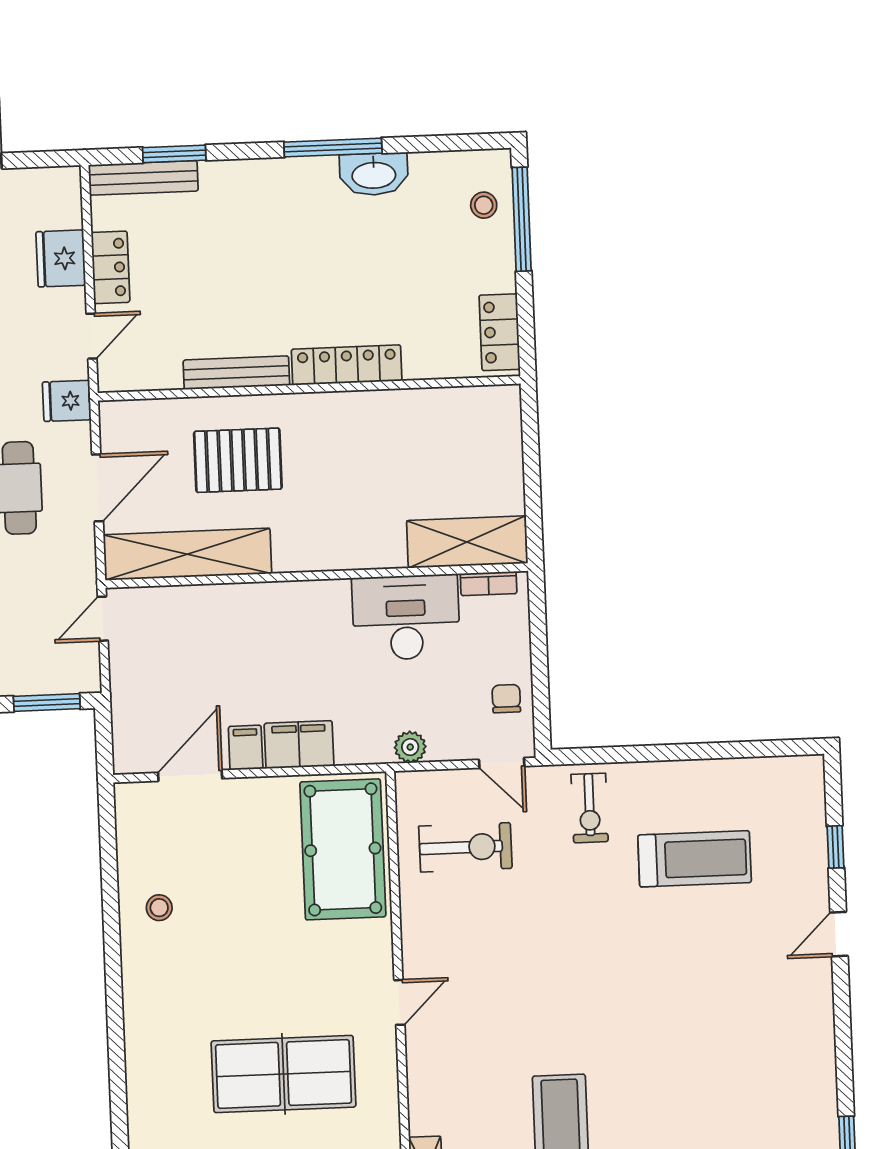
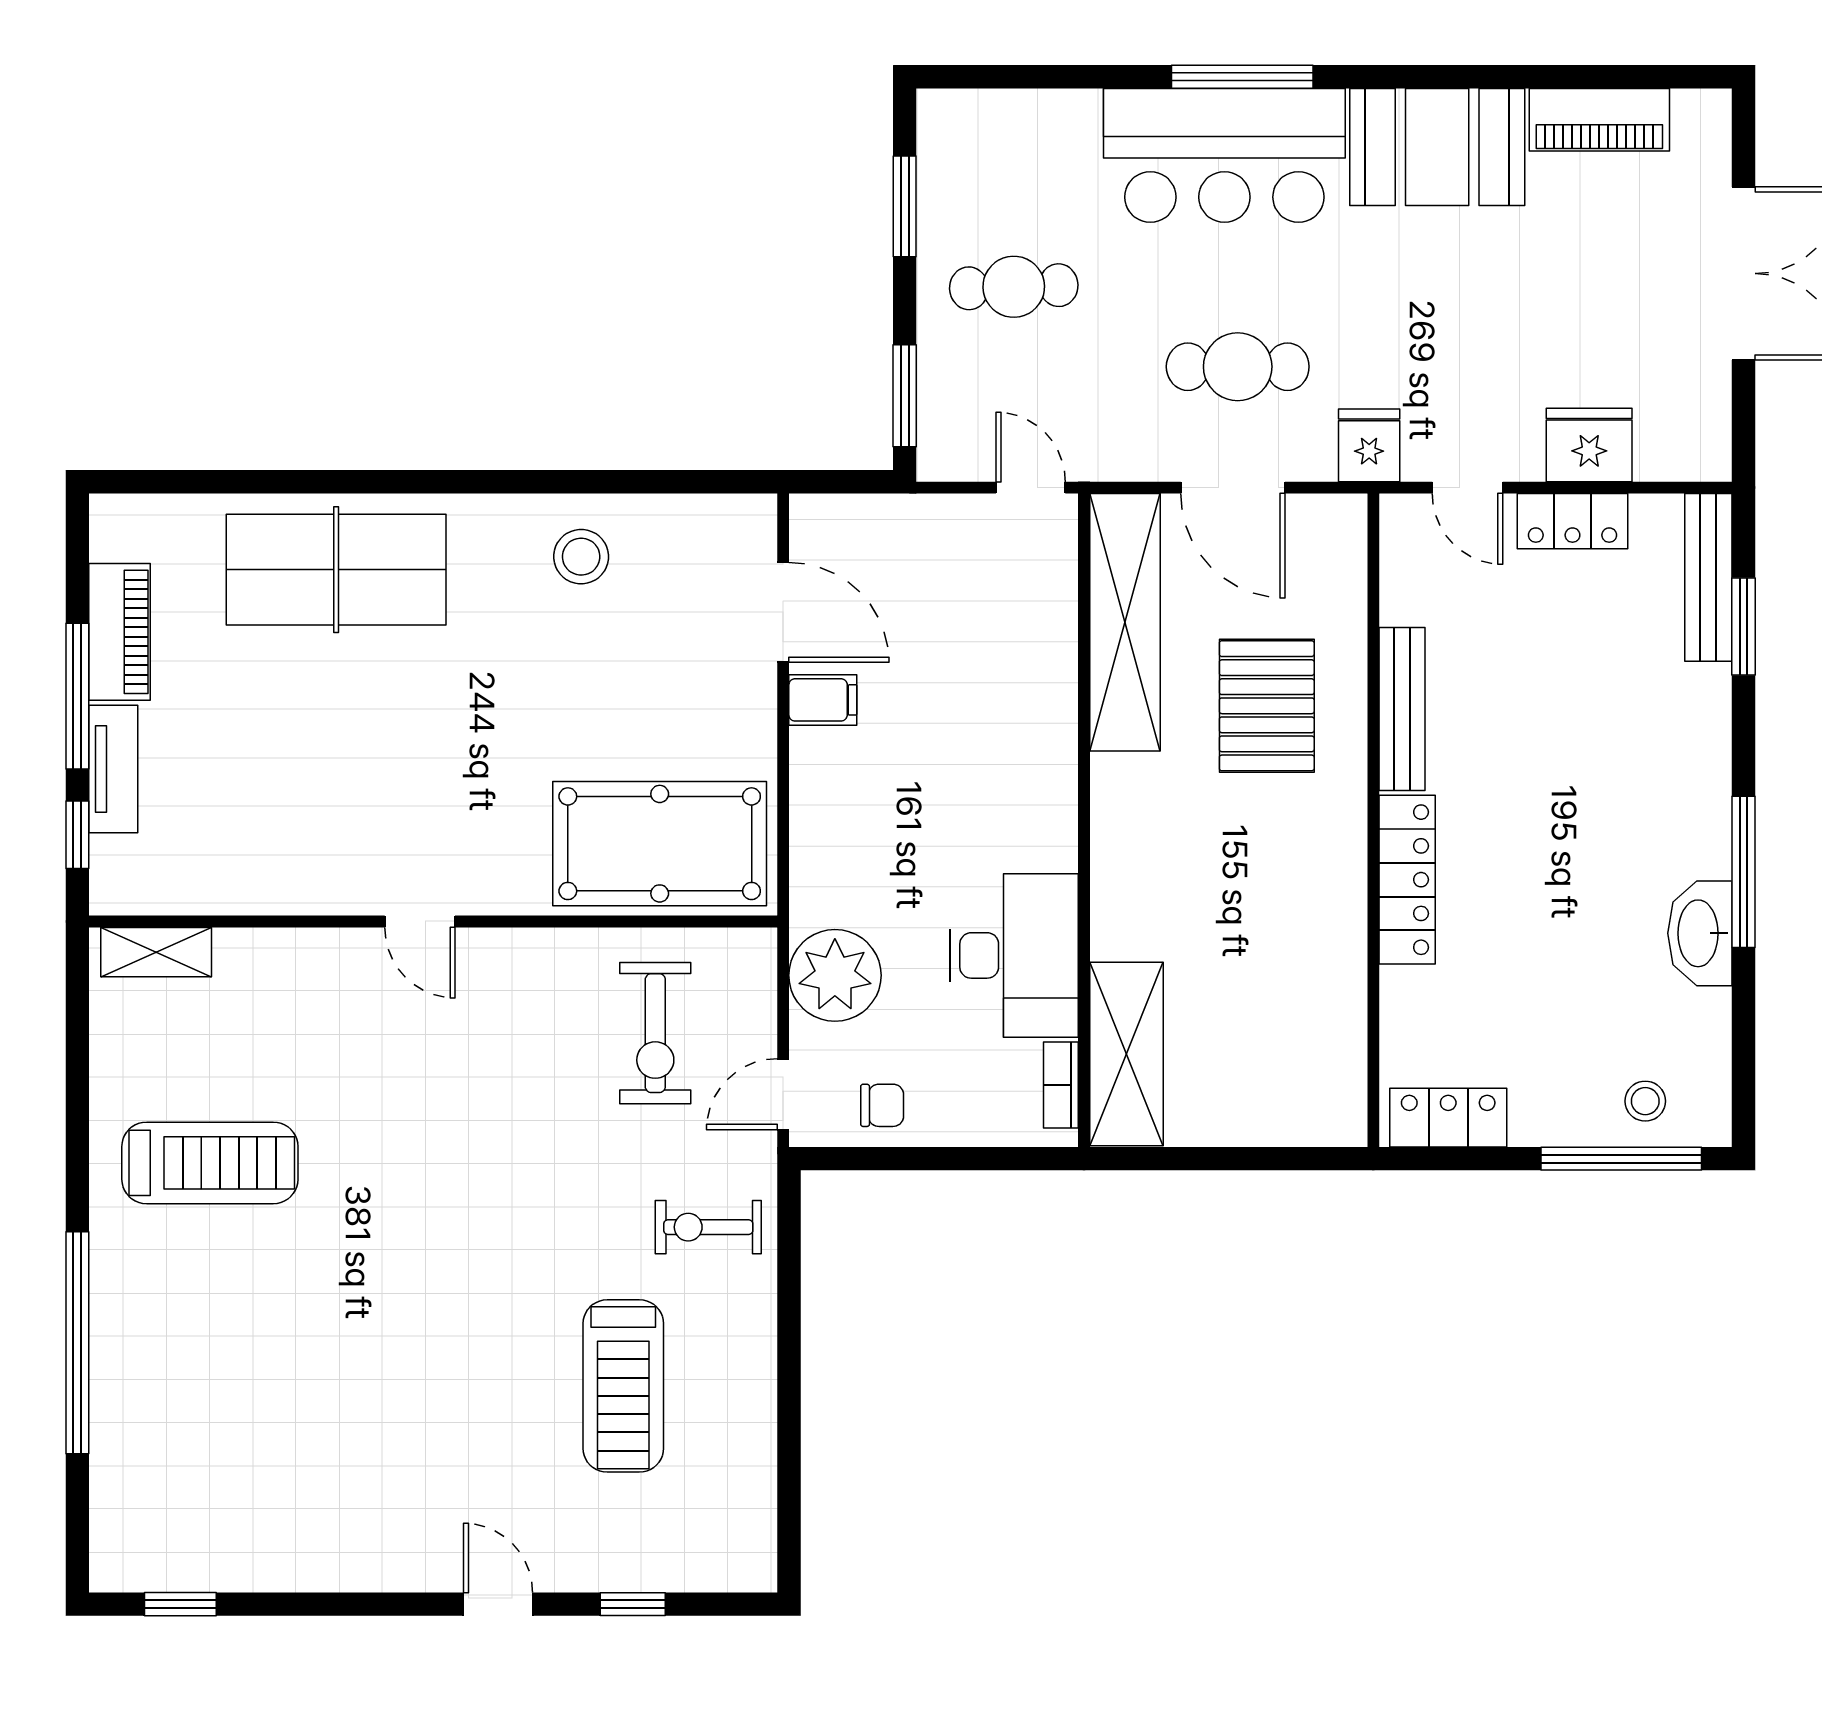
filing cabinet: (299, 745) -> (824, 783), removed
plant: (410, 747) -> (835, 975), width x1.87, depth x1.87
stool: (159, 908) -> (581, 557), width x1.37, depth x1.37
table tennis table: (284, 1074) -> (336, 570), moved, turned 90

